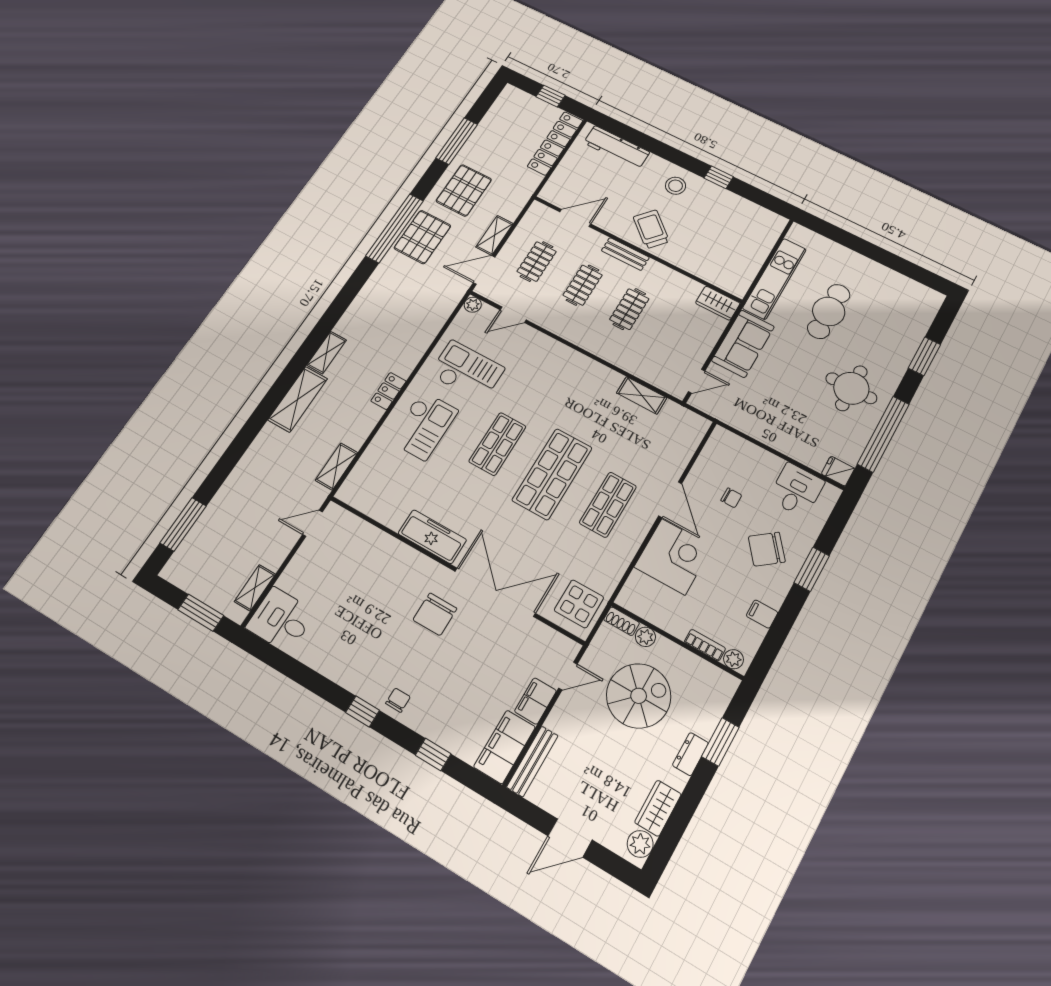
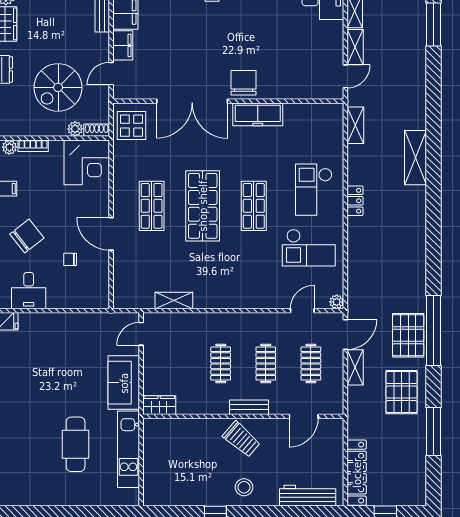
shelving: (327, 353) -> (355, 47), moved
round table: (851, 388) -> (29, 391), removed
corner desk: (673, 557) -> (87, 162), moved, turned -90
chair: (435, 614) -> (243, 83), moved

